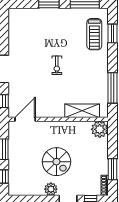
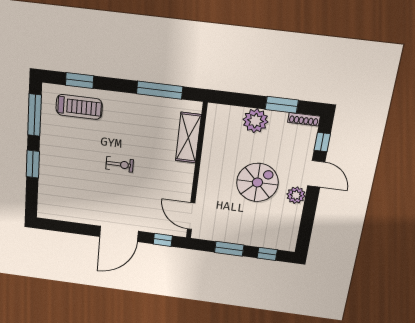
plant: (100, 129) -> (255, 121), moved

